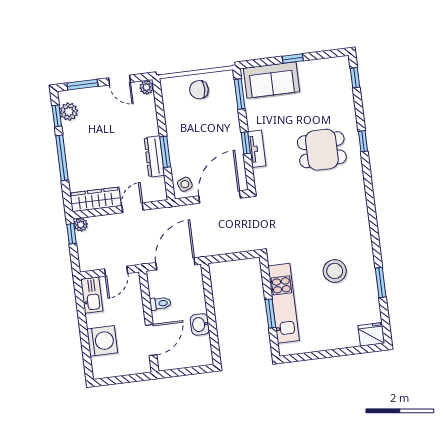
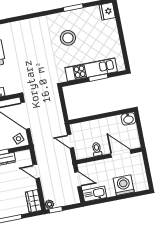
wardrobe: (96, 199) -> (33, 201), width x0.67
door: (175, 264) -> (70, 141), width x0.53
washbasin: (200, 324) -> (128, 119), moved

